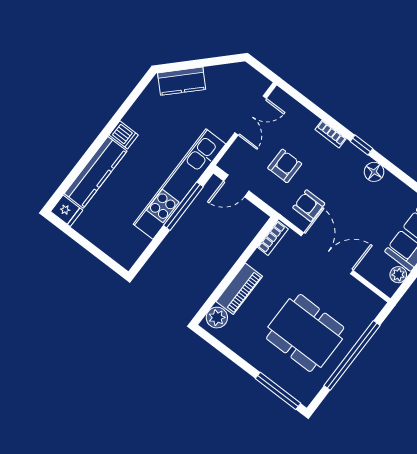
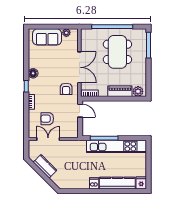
kitchen counter: (182, 81) -> (45, 166), moved
armchair: (285, 166) -> (47, 119), moved
kitchen unit: (180, 184) -> (117, 146), moved
door: (236, 186) -> (80, 111), moved
double door: (327, 253) -> (79, 67), swing flipped

